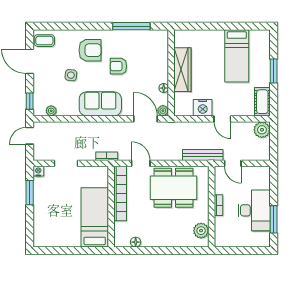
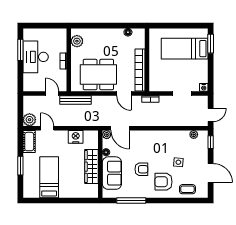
coffee table: (44, 41) -> (187, 189), moved
sofa: (100, 104) -> (112, 173), moved, turned -90
door: (222, 119) -> (47, 128), moved
window: (30, 193) -> (211, 44), moved
bed: (95, 217) -> (185, 49), moved, turned 90

